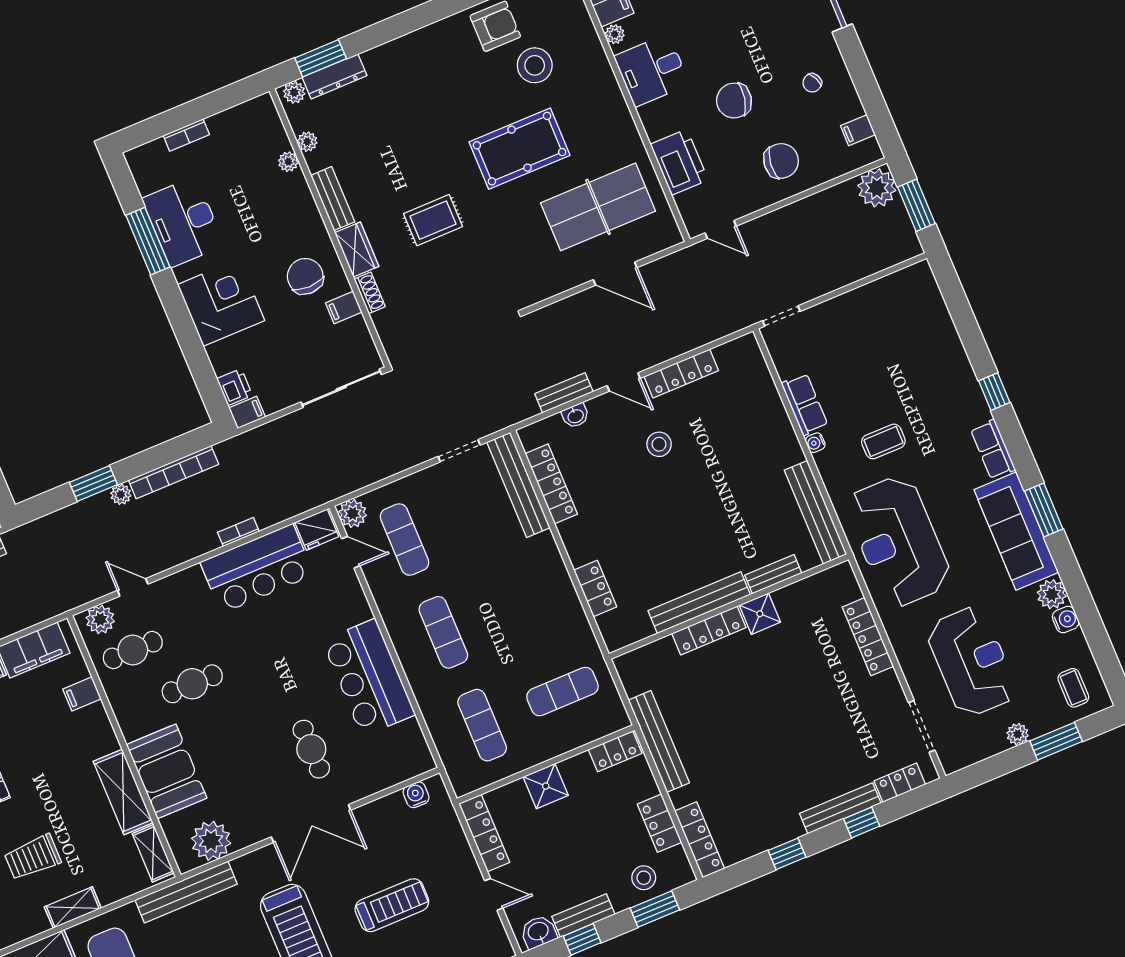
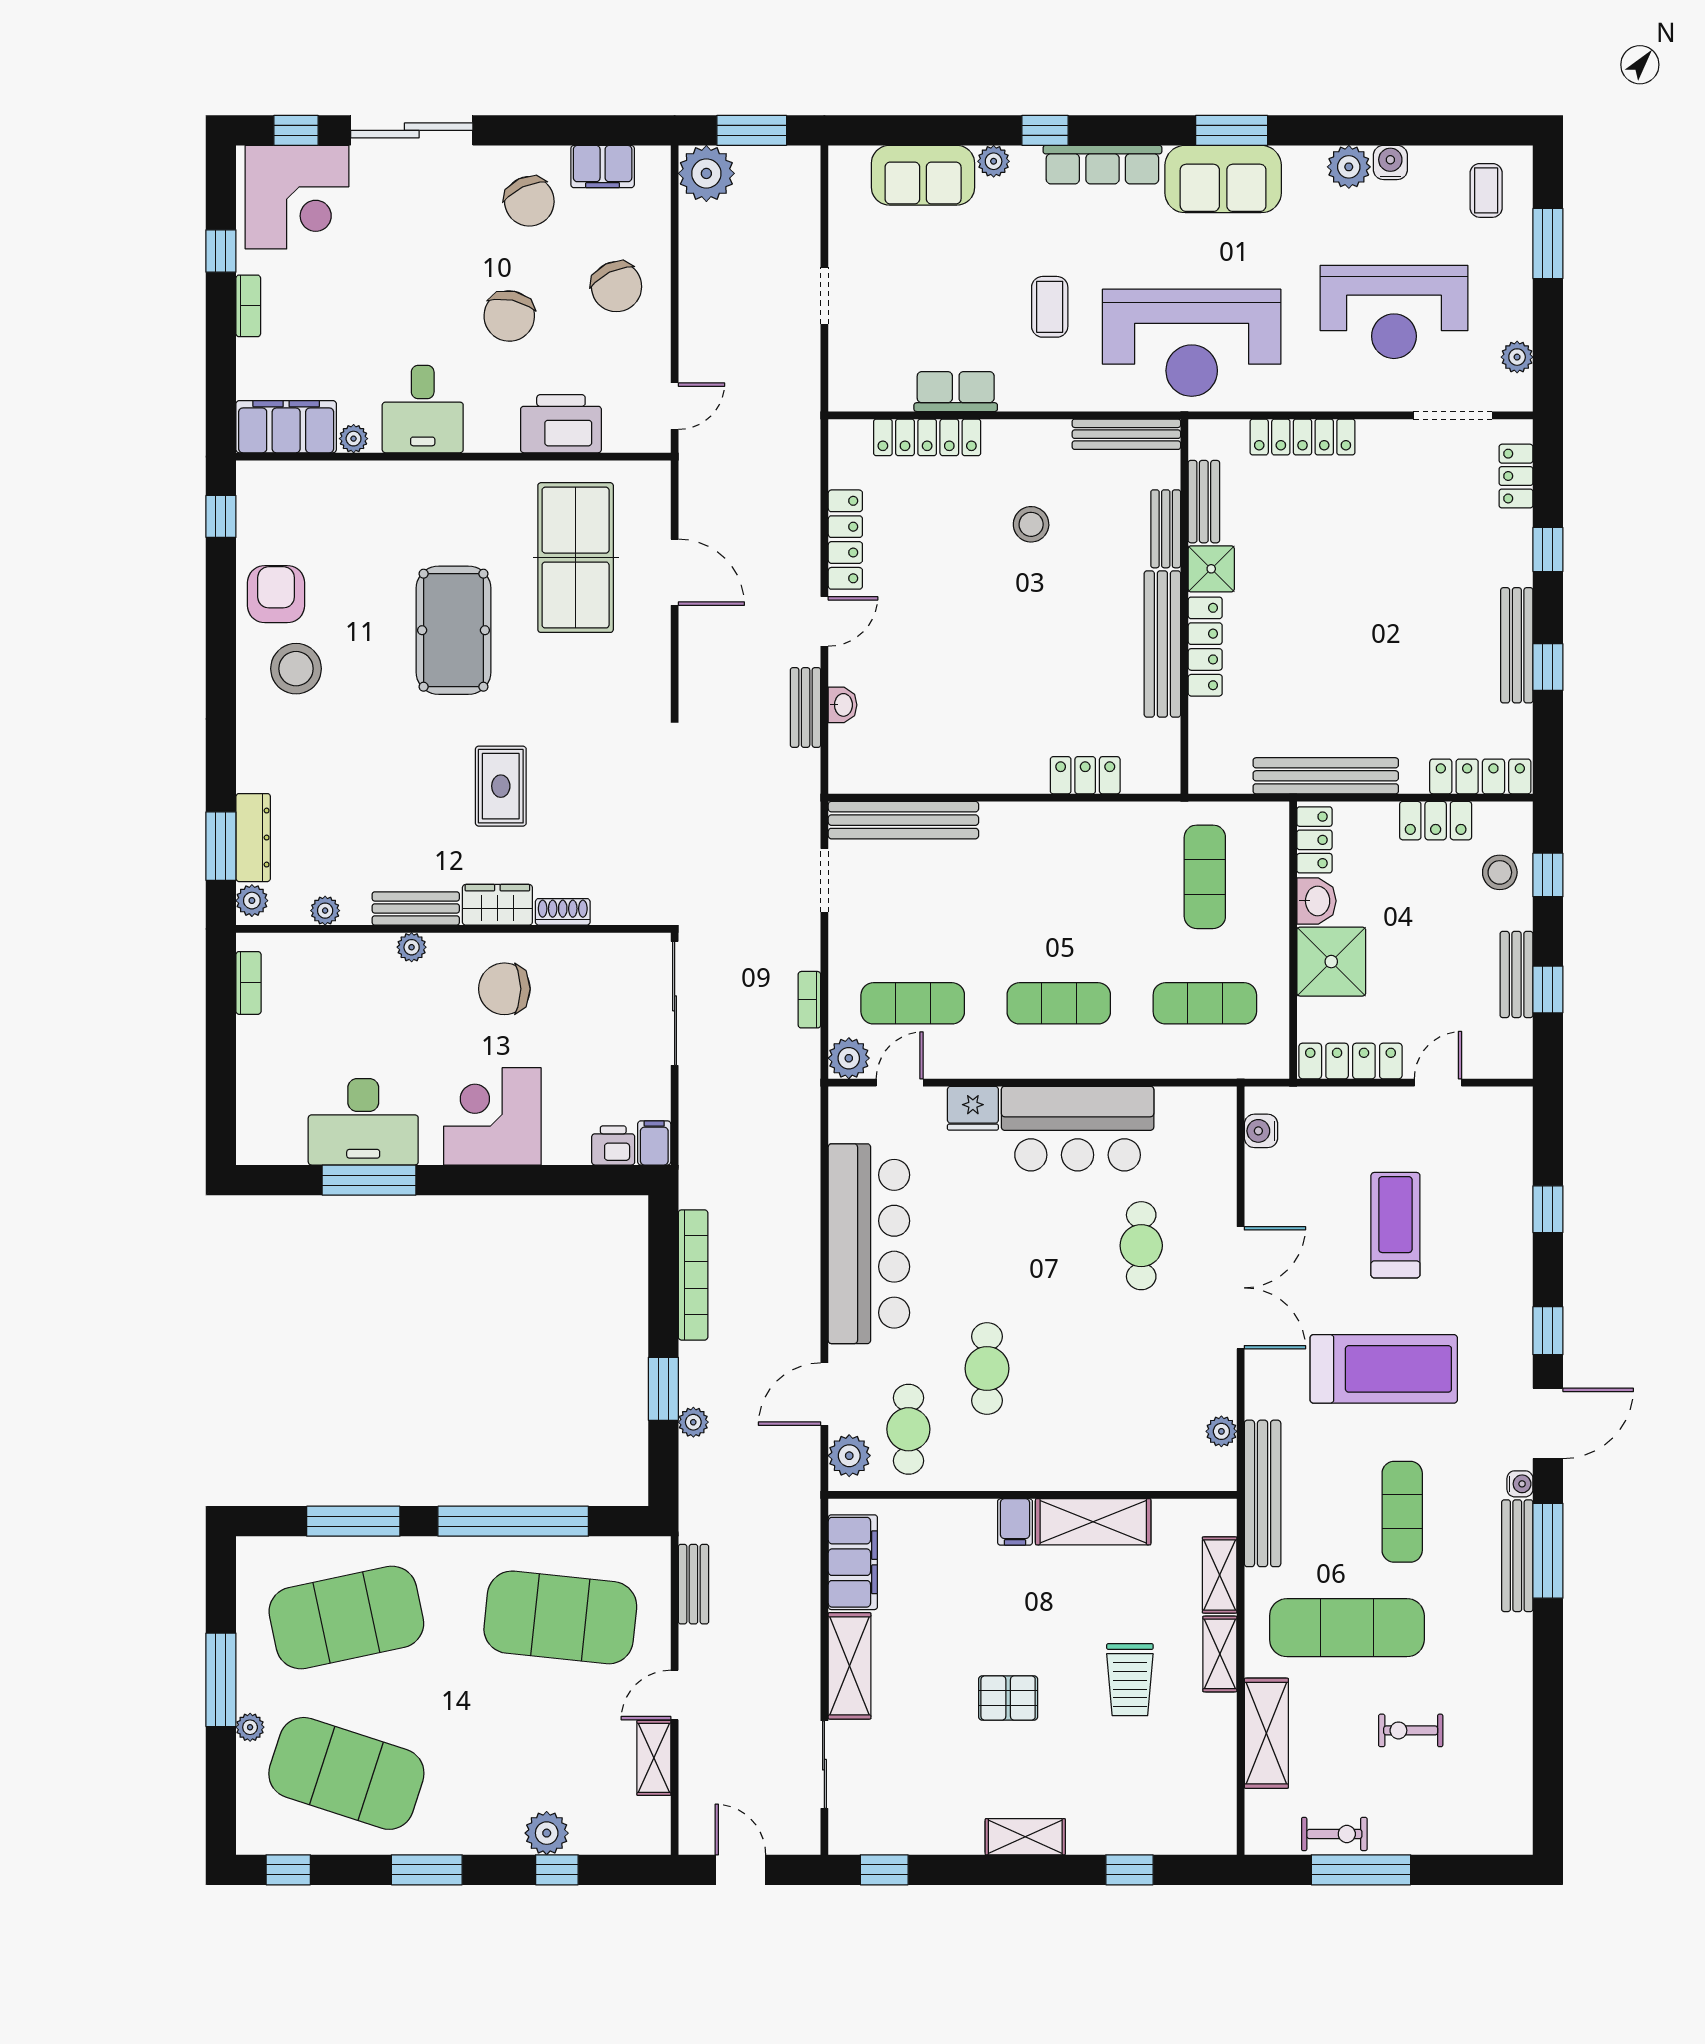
stool: (535, 65) -> (296, 669), moved
chair: (812, 83) -> (529, 201), width x1.87, depth x1.87
filing cabinet: (858, 130) -> (603, 167), width x2.00
bookcase: (186, 135) -> (248, 983), moved
chair: (781, 161) -> (617, 287), turned 148
plant: (288, 162) -> (412, 947), moved
door: (615, 274) -> (675, 572), hinge flipped
filing cabinet: (344, 308) -> (568, 955), removed
doorway: (781, 316) -> (824, 296), moved
sofa: (933, 326) -> (923, 175), added
plant: (961, 367) -> (994, 161), added
water cooler: (815, 443) -> (1013, 399), removed
stool: (659, 444) -> (1031, 524), moved
row of seats: (993, 449) -> (1102, 165), width x1.48
locker: (551, 484) -> (927, 437), moved, turned 180
plant: (121, 494) -> (693, 1422), moved
bench: (816, 512) -> (1126, 434), width x0.73, depth x0.82
fridge: (317, 530) -> (973, 1108), moved, turned 90
sofa: (1016, 531) -> (1223, 179), width x0.73
bookcase: (238, 532) -> (809, 1000), moved
bar counter: (257, 569) -> (869, 1244), width x1.36
door: (133, 587) -> (824, 1394), width x1.37
bench: (801, 591) -> (1204, 502), added
reception desk: (972, 662) -> (1394, 312), turned 180
coffee table: (1073, 688) -> (1486, 190), turned 90
filing cabinet: (82, 694) -> (1015, 1522), moved
plant: (1018, 734) -> (1517, 357), moved
cafe table: (311, 749) -> (1141, 1246), turned 90
booth: (167, 771) -> (1090, 1452), removed
shower: (546, 786) -> (1331, 962), width x1.36, depth x1.36
bench: (840, 808) -> (1517, 645), moved
plant: (211, 841) -> (1221, 1431), width x0.53, depth x0.53
shelving: (153, 853) -> (1220, 1575), moved, turned 90
window: (655, 909) -> (1548, 875), width x0.67
washbasin: (538, 932) -> (1316, 901), moved, turned 180

